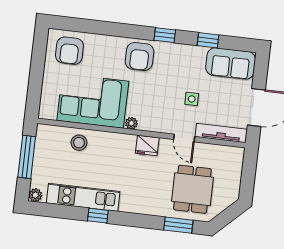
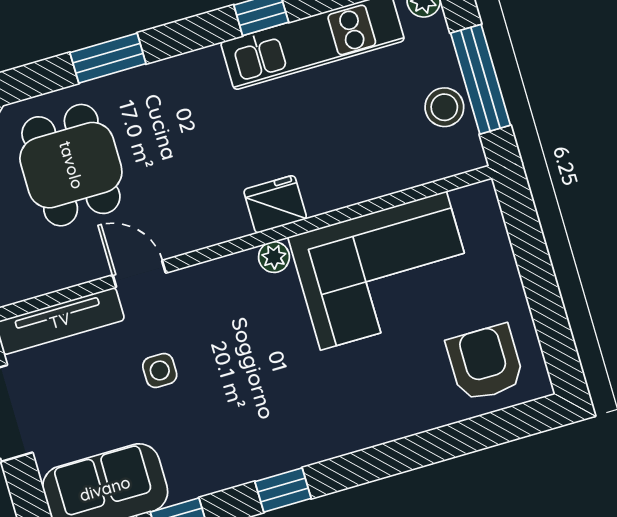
armchair: (139, 57) -> (320, 417), removed
stool: (79, 143) -> (444, 107), moved
fridge: (147, 146) -> (275, 204), moved
window: (178, 225) -> (108, 58), moved

